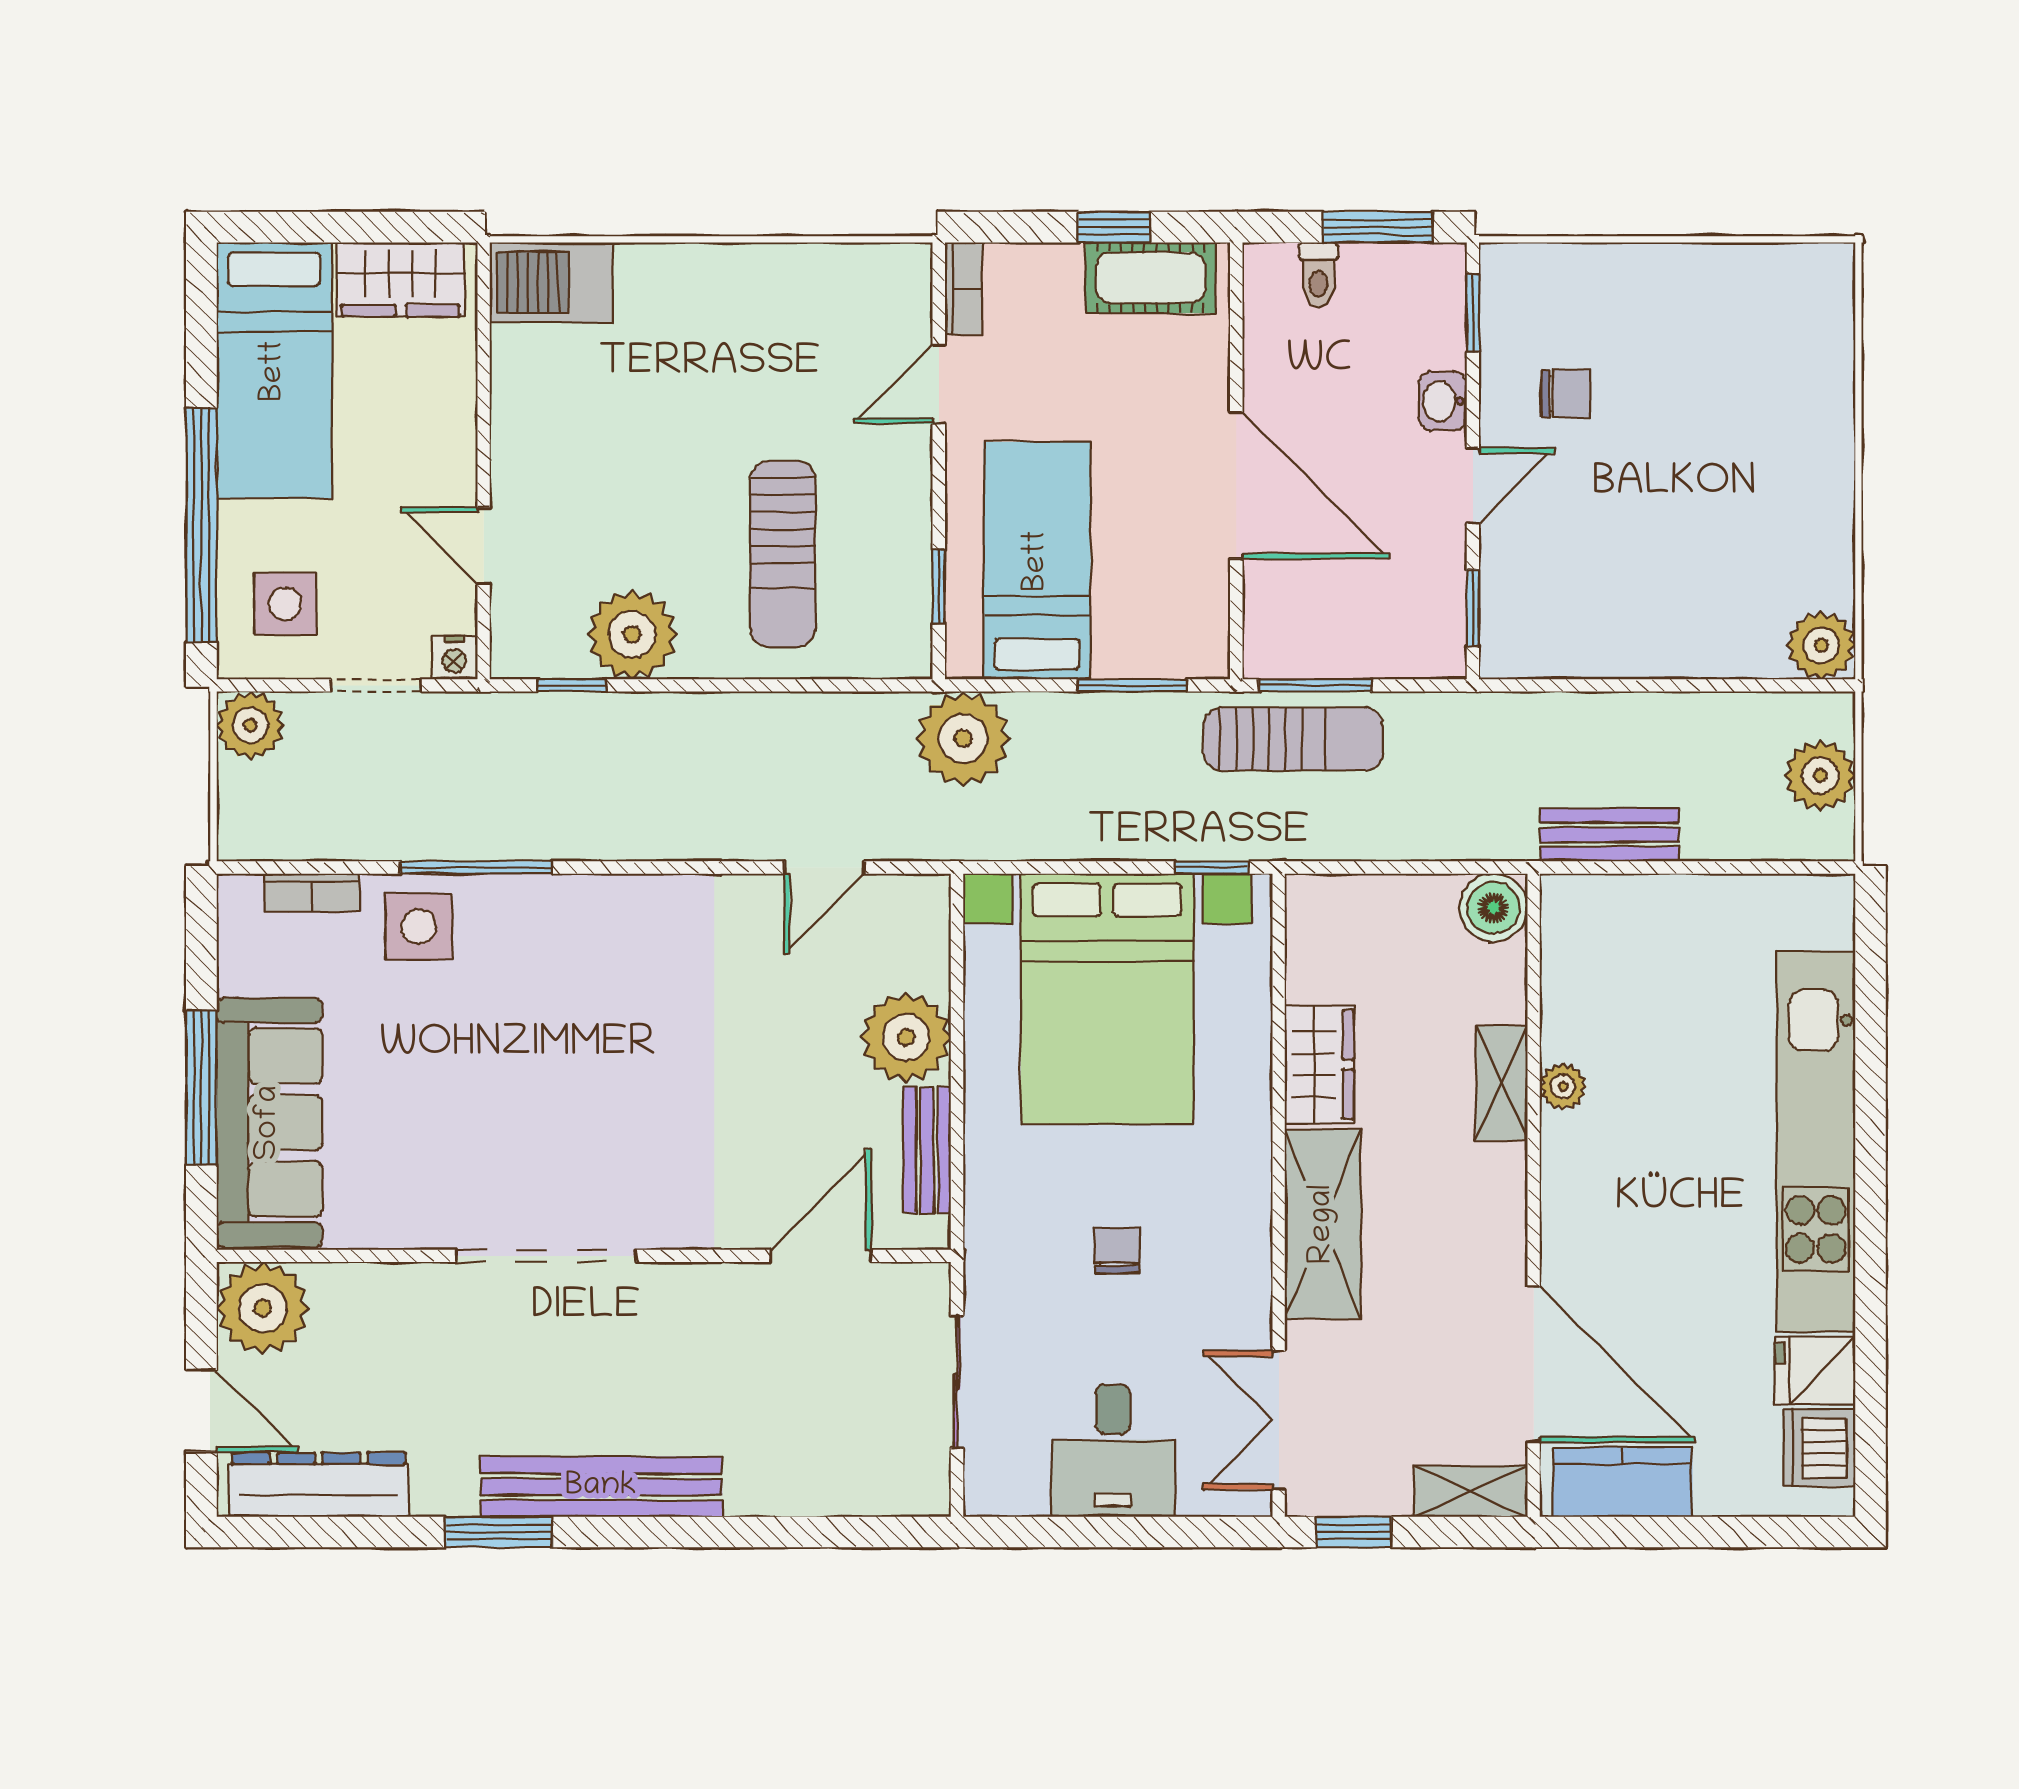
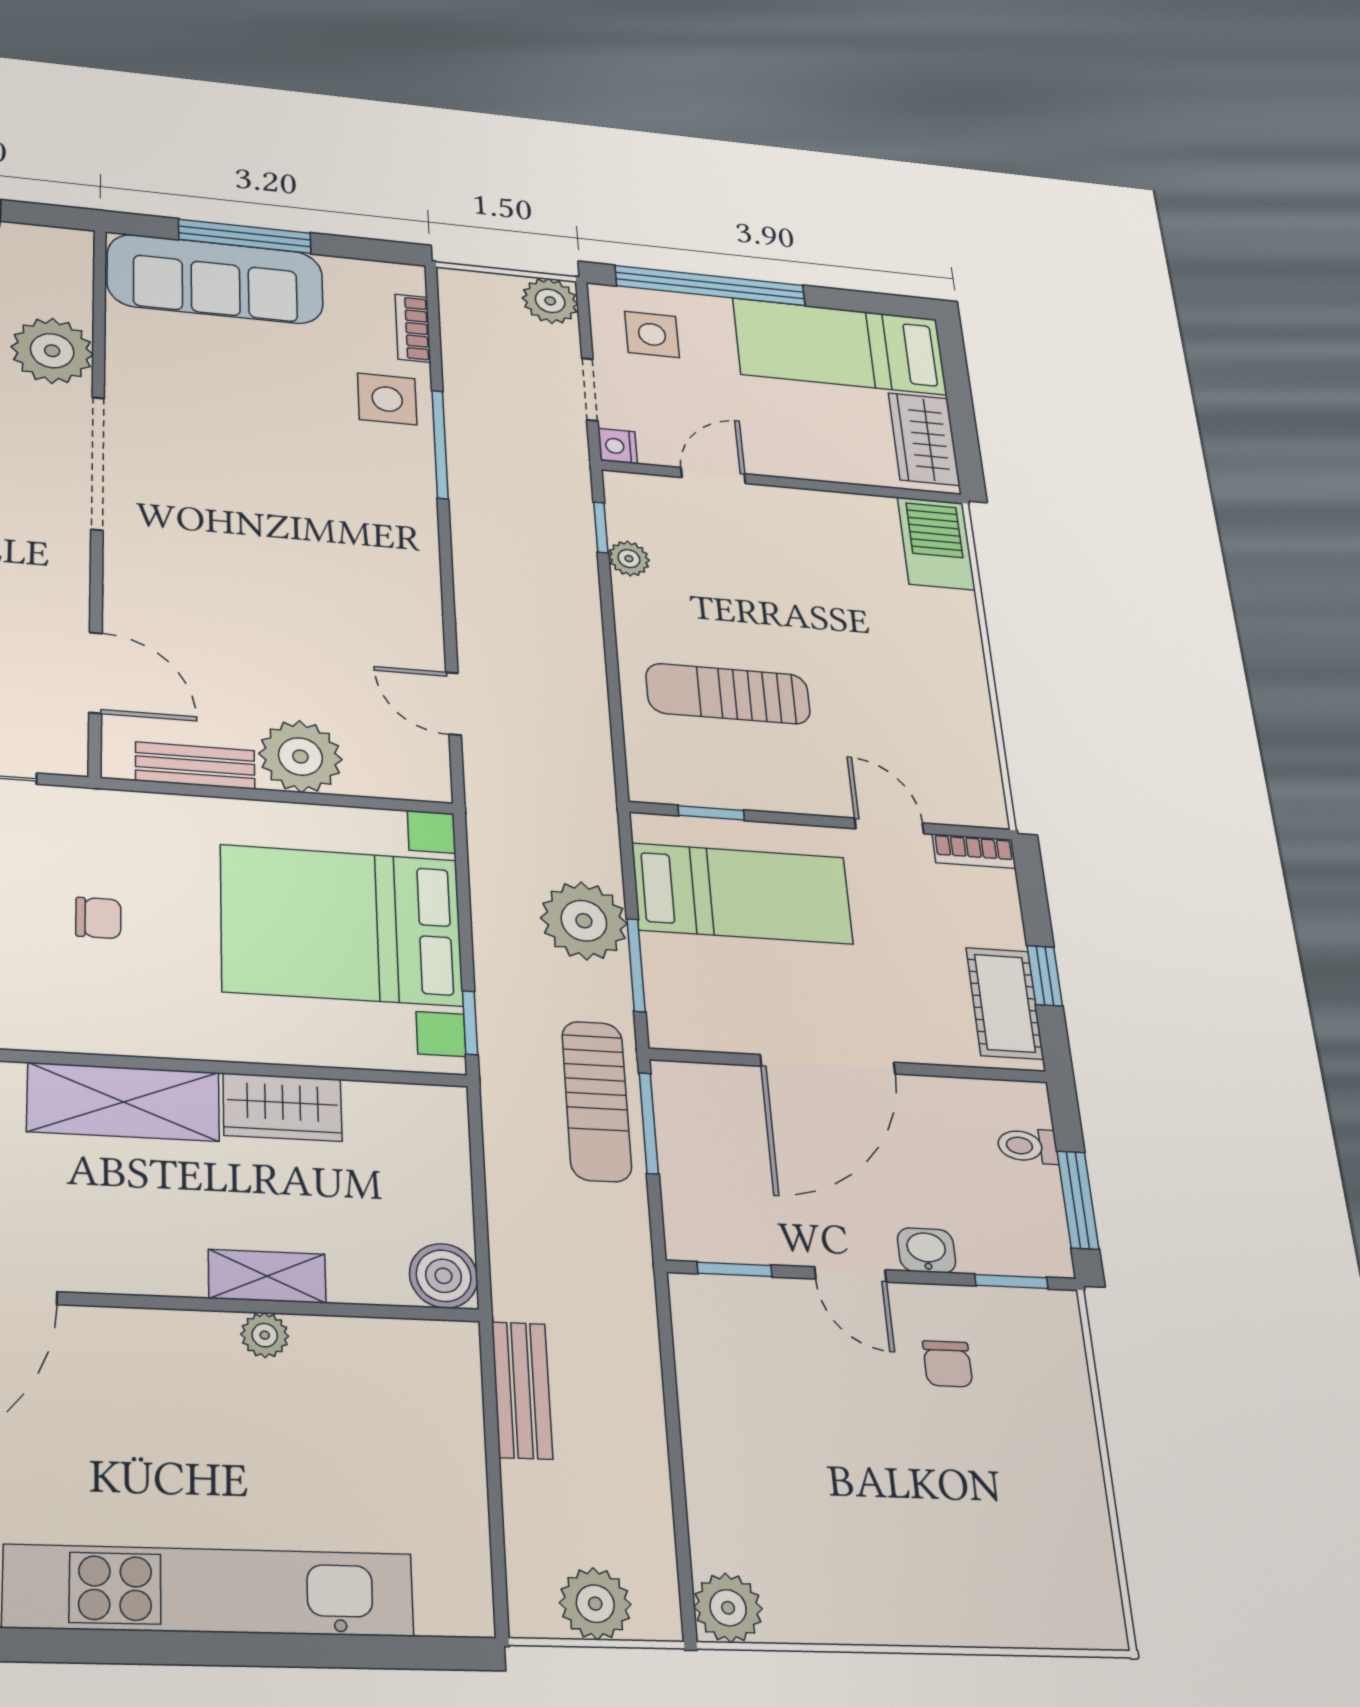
plant: (632, 635) -> (629, 559), width x0.53, depth x0.53
plant: (963, 739) -> (584, 921), moved
plant: (263, 1308) -> (52, 351), moved

